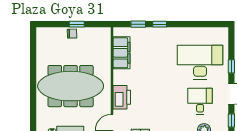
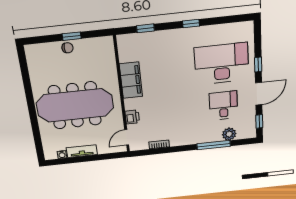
window: (160, 24) -> (191, 23), moved
filing cabinet: (122, 53) -> (131, 80), moved
printer: (122, 97) -> (132, 117), width x0.53, depth x0.68

